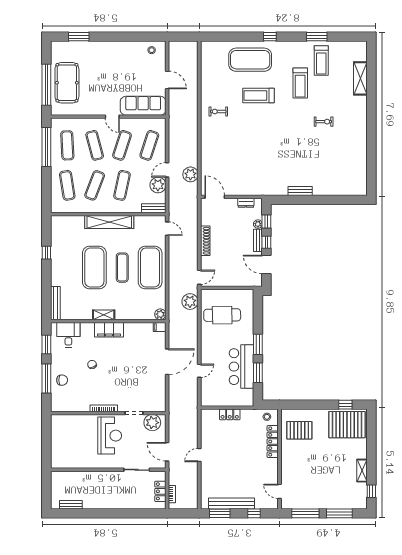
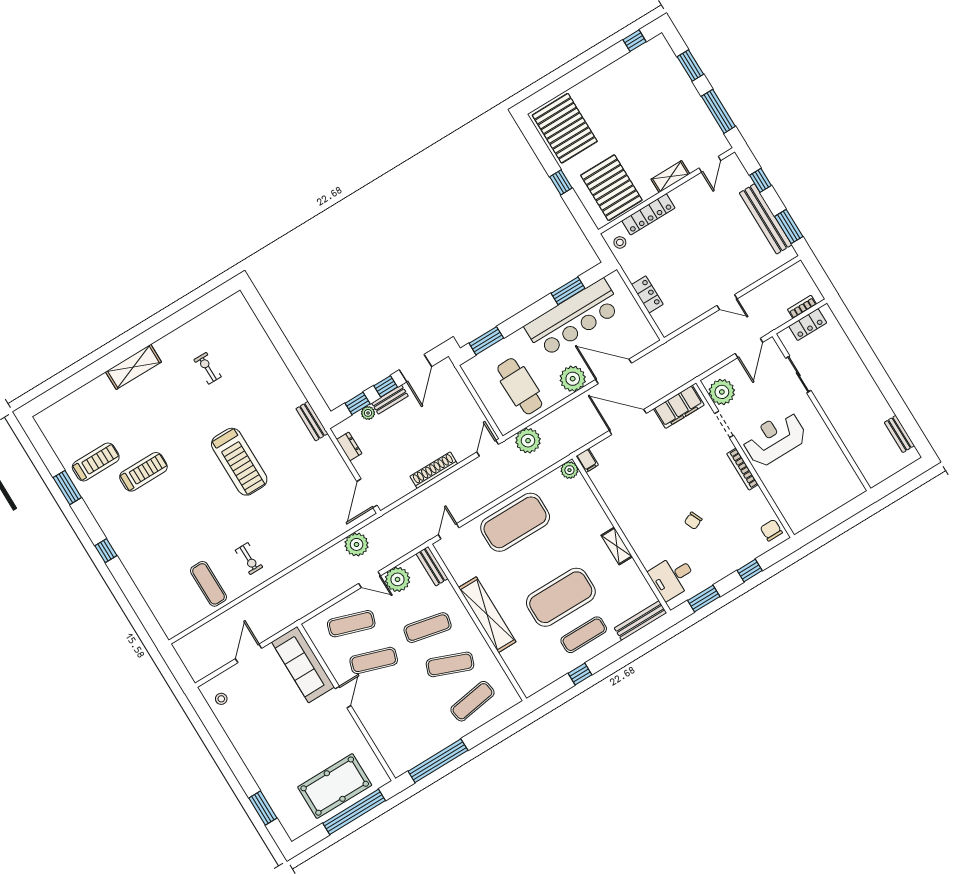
exercise mat: (250, 60) -> (208, 584), moved, width x0.50, depth x0.69
shelving: (360, 78) -> (133, 367), moved
treadmill: (258, 96) -> (239, 462), moved, width x1.37, depth x1.38
exercise bike: (324, 122) -> (207, 368), moved
exercise mat: (67, 145) -> (419, 734), removed
exercise mat: (95, 145) -> (396, 697), removed
bench: (300, 191) -> (312, 421), moved
exercise mat: (122, 268) -> (584, 635), moved
door: (199, 277) -> (488, 448), hinge flipped
filing cabinet: (109, 330) -> (679, 407), moved, turned 90
window: (258, 344) -> (486, 341), moved
plant: (209, 346) -> (573, 379), added
bar counter: (241, 367) -> (573, 318), width x1.36
door: (199, 371) -> (614, 371), width x1.87
window: (46, 379) -> (750, 570), width x0.46
chair: (62, 380) -> (771, 530), moved
window: (345, 405) -> (561, 182), moved
pallet: (299, 430) -> (611, 188), width x1.37, depth x1.41
shelving: (362, 471) -> (670, 177), moved
window: (339, 513) -> (690, 65), width x0.69

